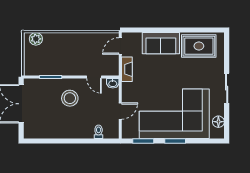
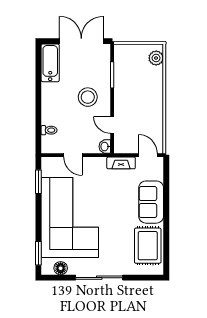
door: (94, 77) -> (112, 125), hinge flipped
sliding door: (227, 88) -> (99, 278), width x1.37
bathtub: (40, 131) -> (50, 63), added
window: (175, 141) -> (38, 253), moved

